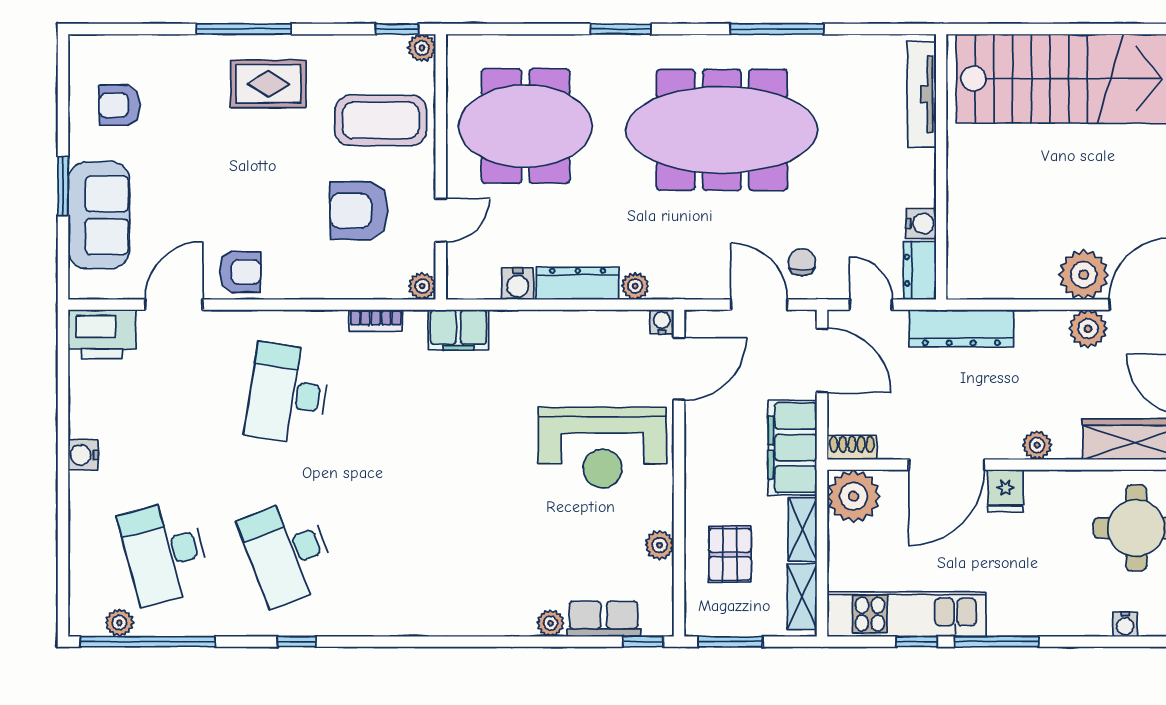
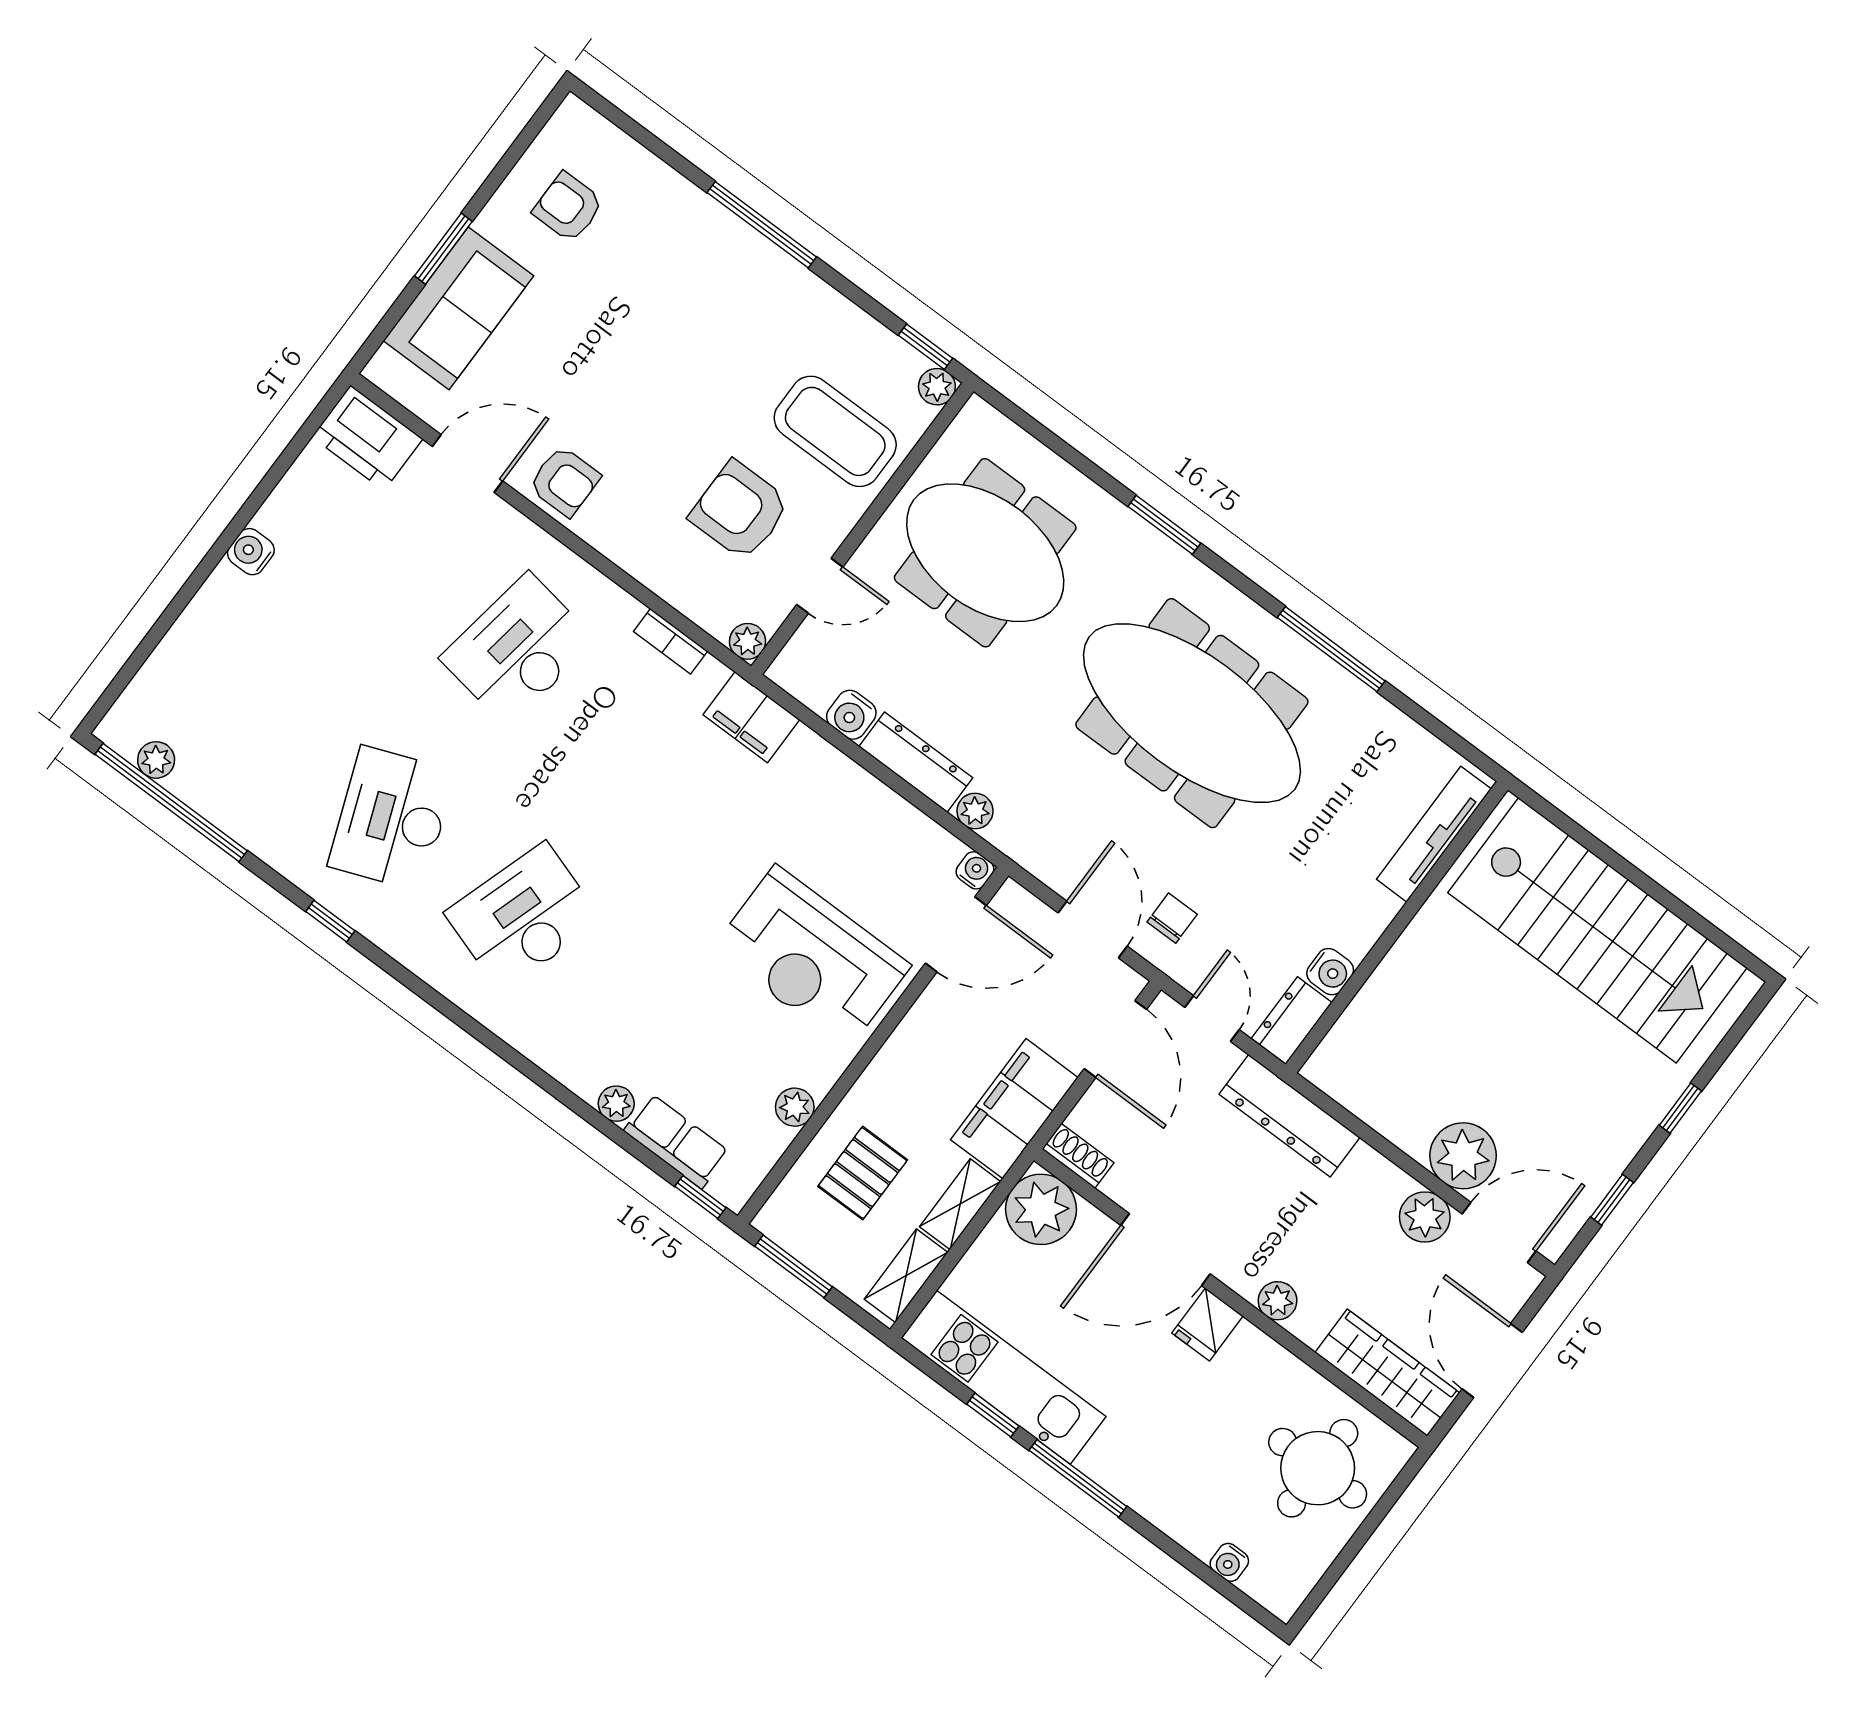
rug: (268, 84) -> (744, 303), removed
desk: (164, 552) -> (523, 917), moved, turned 33

